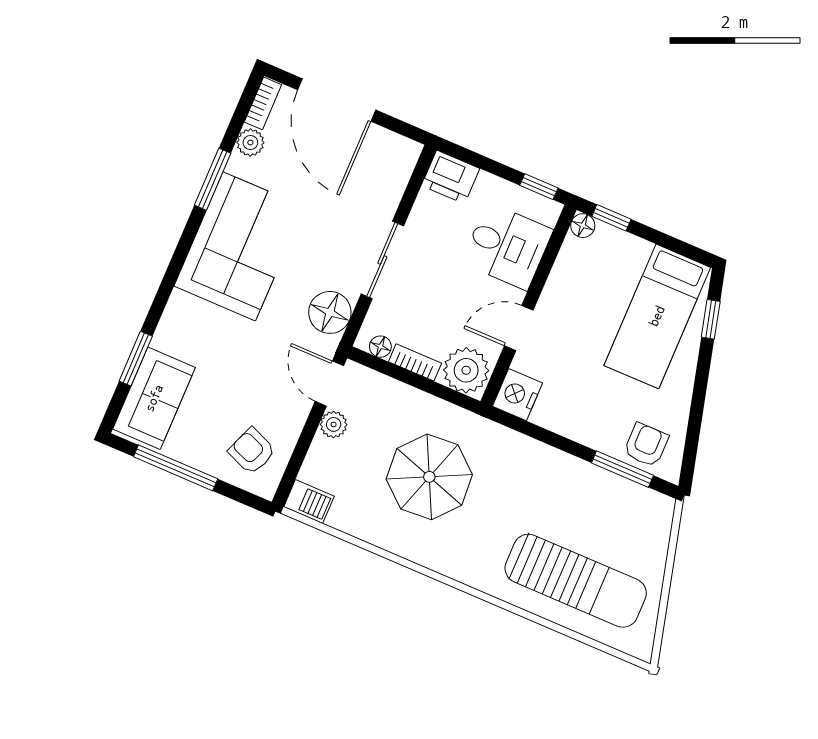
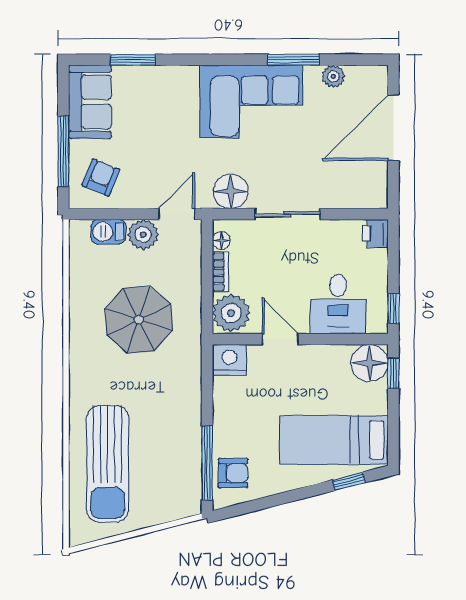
bookcase: (263, 103) -> (367, 73), removed
printer: (451, 177) -> (375, 234), width x0.73, depth x0.81
floor lamp: (583, 226) -> (369, 363), width x1.89, depth x1.89
sofa: (154, 398) -> (90, 102), moved, turned -90
plant: (334, 424) -> (143, 235), width x1.38, depth x1.38
window: (176, 468) -> (63, 151), moved
window: (622, 469) -> (207, 463), width x1.44
barbecue: (309, 502) -> (108, 232), moved, turned 90

